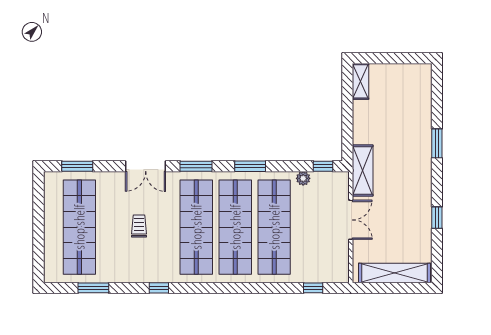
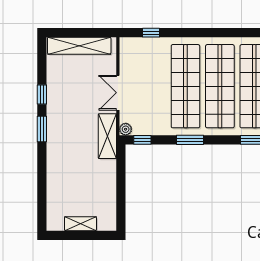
shelving: (361, 81) -> (80, 224), moved, turned 90
window: (437, 143) -> (42, 129), moved
window: (250, 166) -> (190, 140), moved
plant: (303, 178) -> (126, 129), moved

